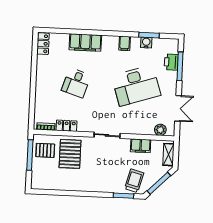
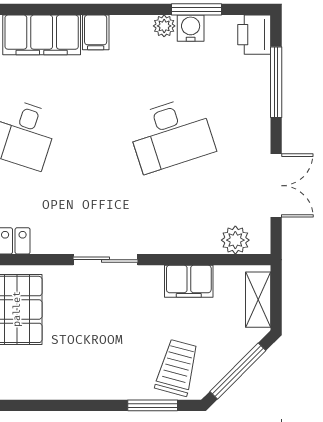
plant: (135, 41) -> (164, 26), added
filing cabinet: (125, 43) -> (96, 32), moved
printer: (171, 62) -> (254, 35), moved
desk: (136, 86) -> (171, 135), width x0.73, depth x0.77

